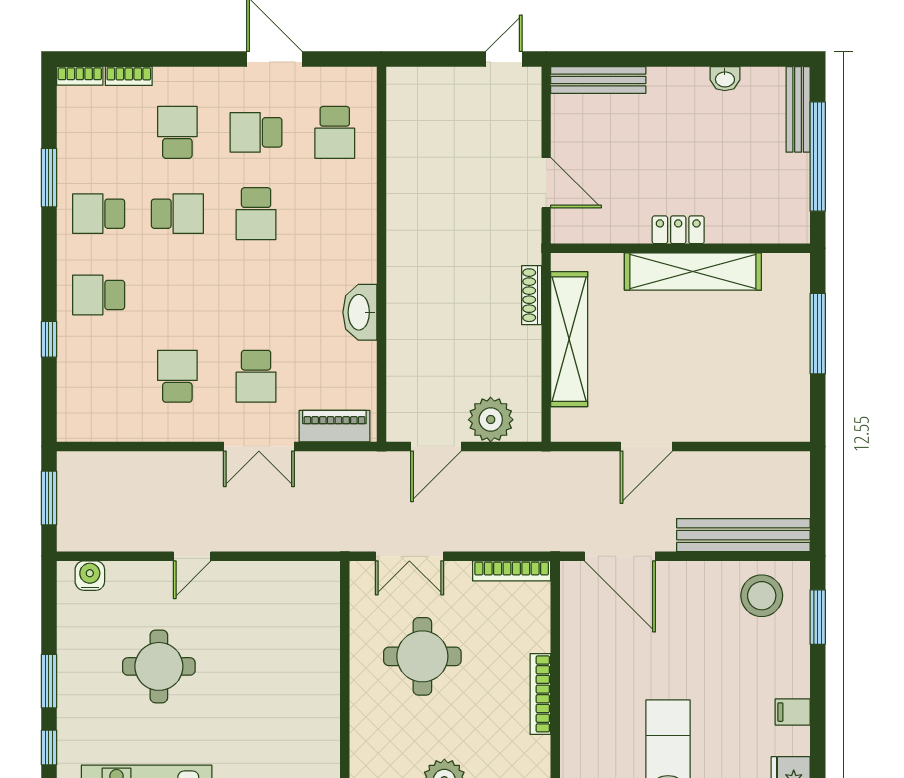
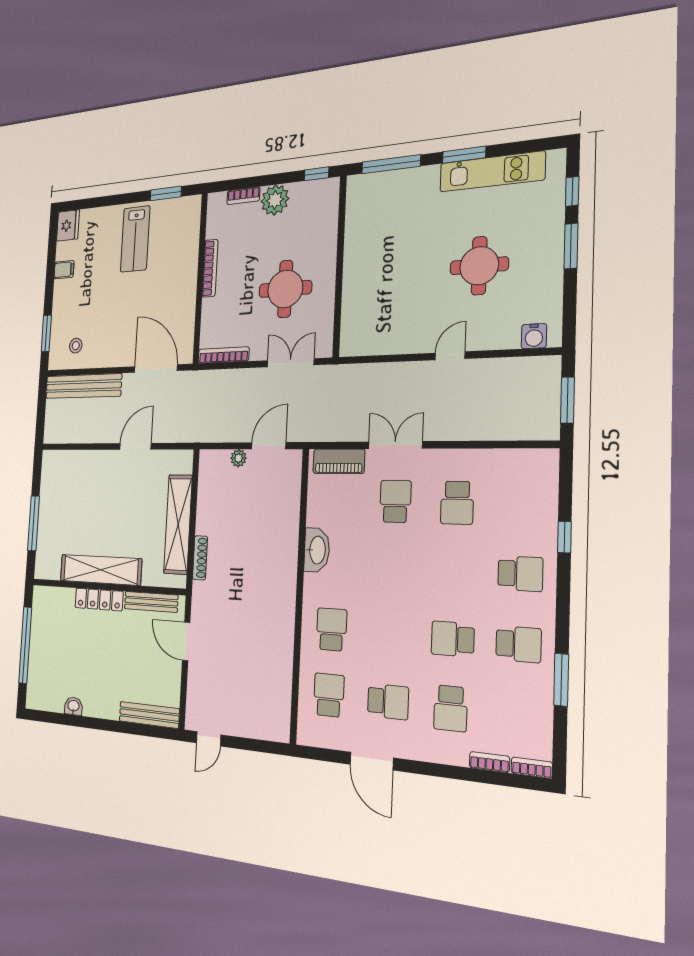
bench: (798, 109) -> (151, 602), moved, turned 90
school desk: (256, 214) -> (332, 629), moved
locker: (678, 230) -> (99, 600), width x1.53
plant: (491, 420) -> (239, 458), width x0.53, depth x0.53
stool: (762, 596) -> (76, 346), width x0.53, depth x0.53

